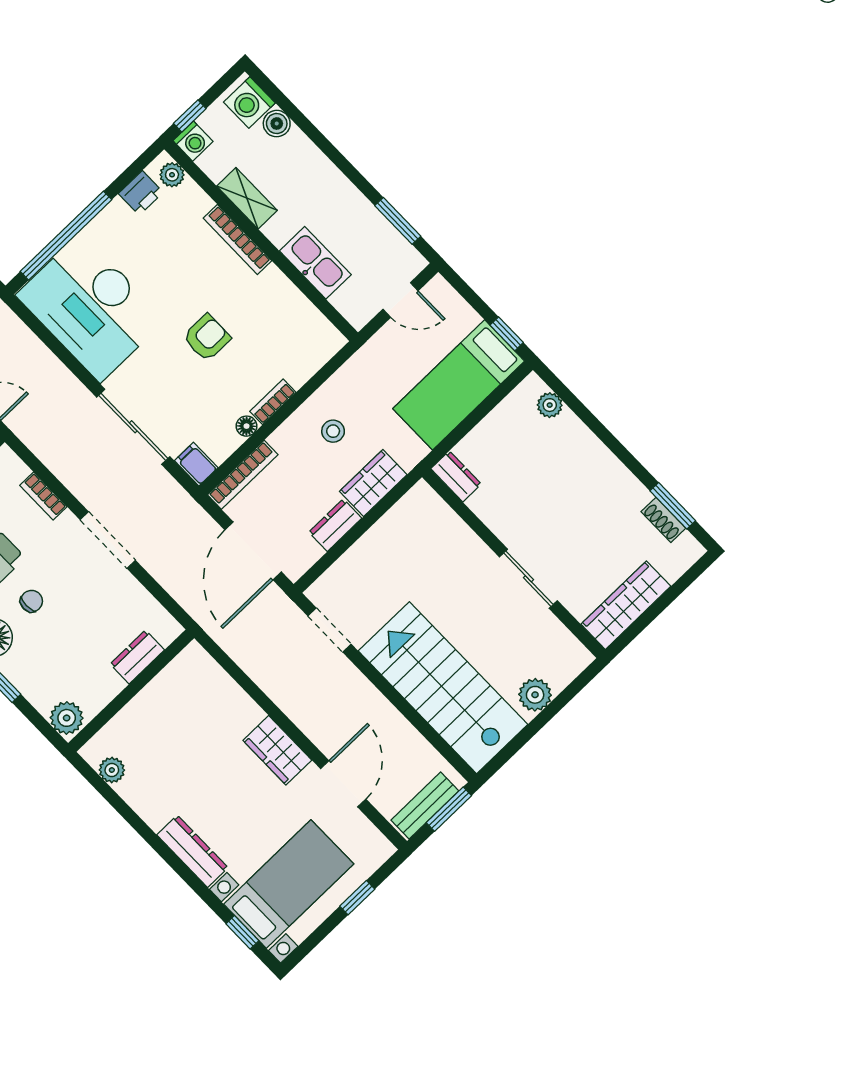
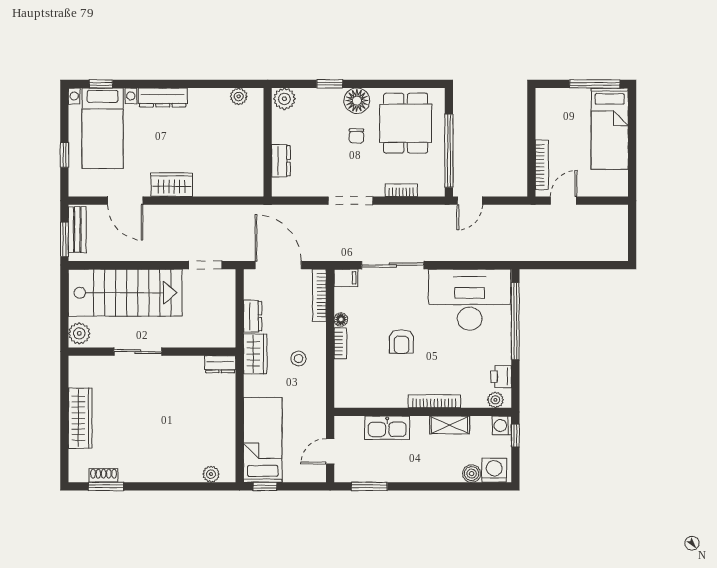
dresser: (456, 476) -> (220, 364), moved
wall: (514, 563) -> (152, 352), moved
sliding door: (528, 579) -> (138, 352), moved

